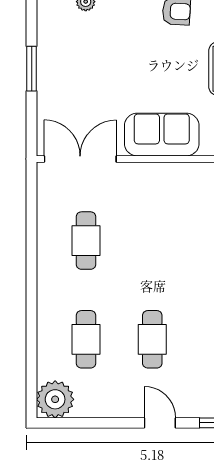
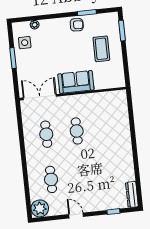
side table: (60, 38) -> (25, 43), added
cafe table: (152, 339) -> (77, 131), moved
door: (160, 423) -> (76, 216), moved

